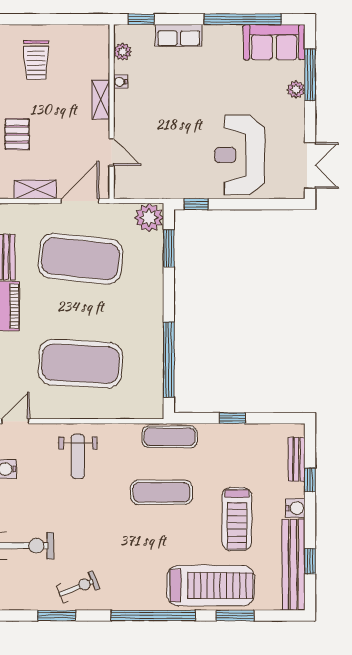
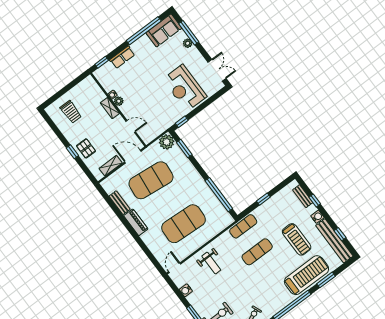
plant: (123, 52) -> (119, 101), moved
door: (80, 201) -> (133, 157), hinge flipped

